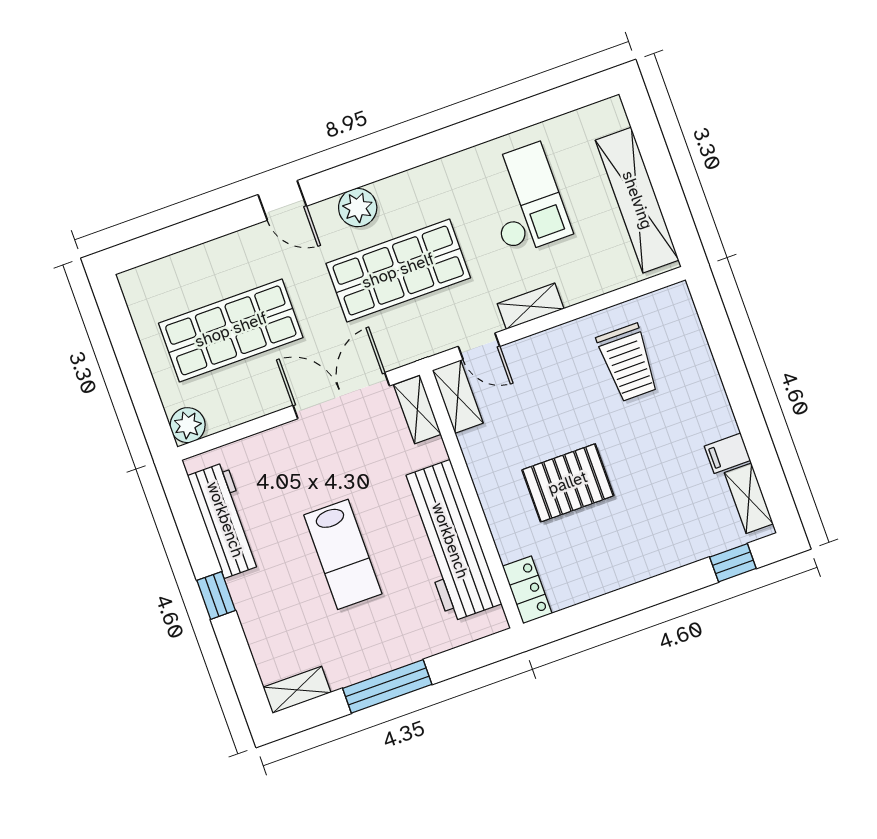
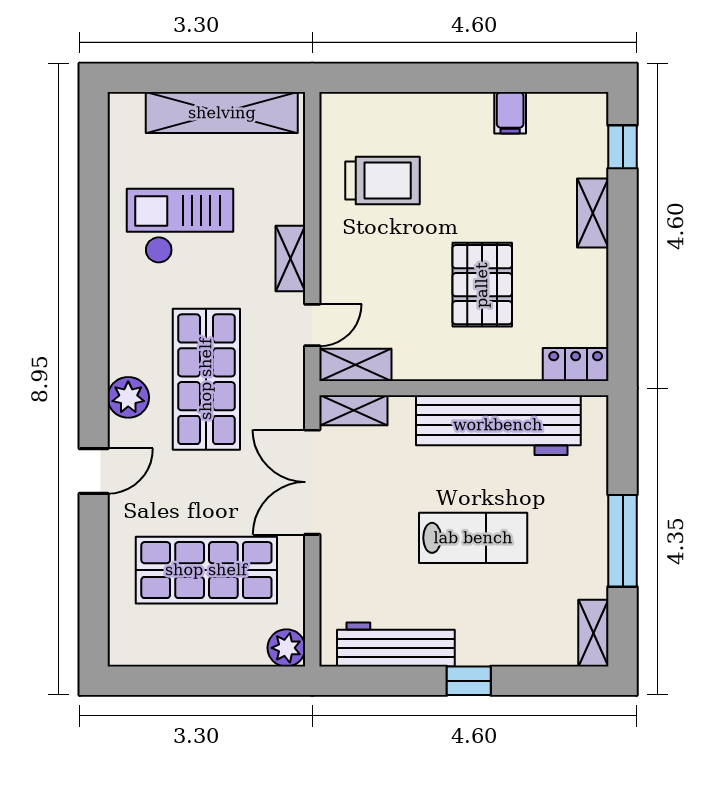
shop shelf: (231, 330) -> (206, 570), turned 90
shelving: (749, 498) -> (593, 213), moved, turned 90

